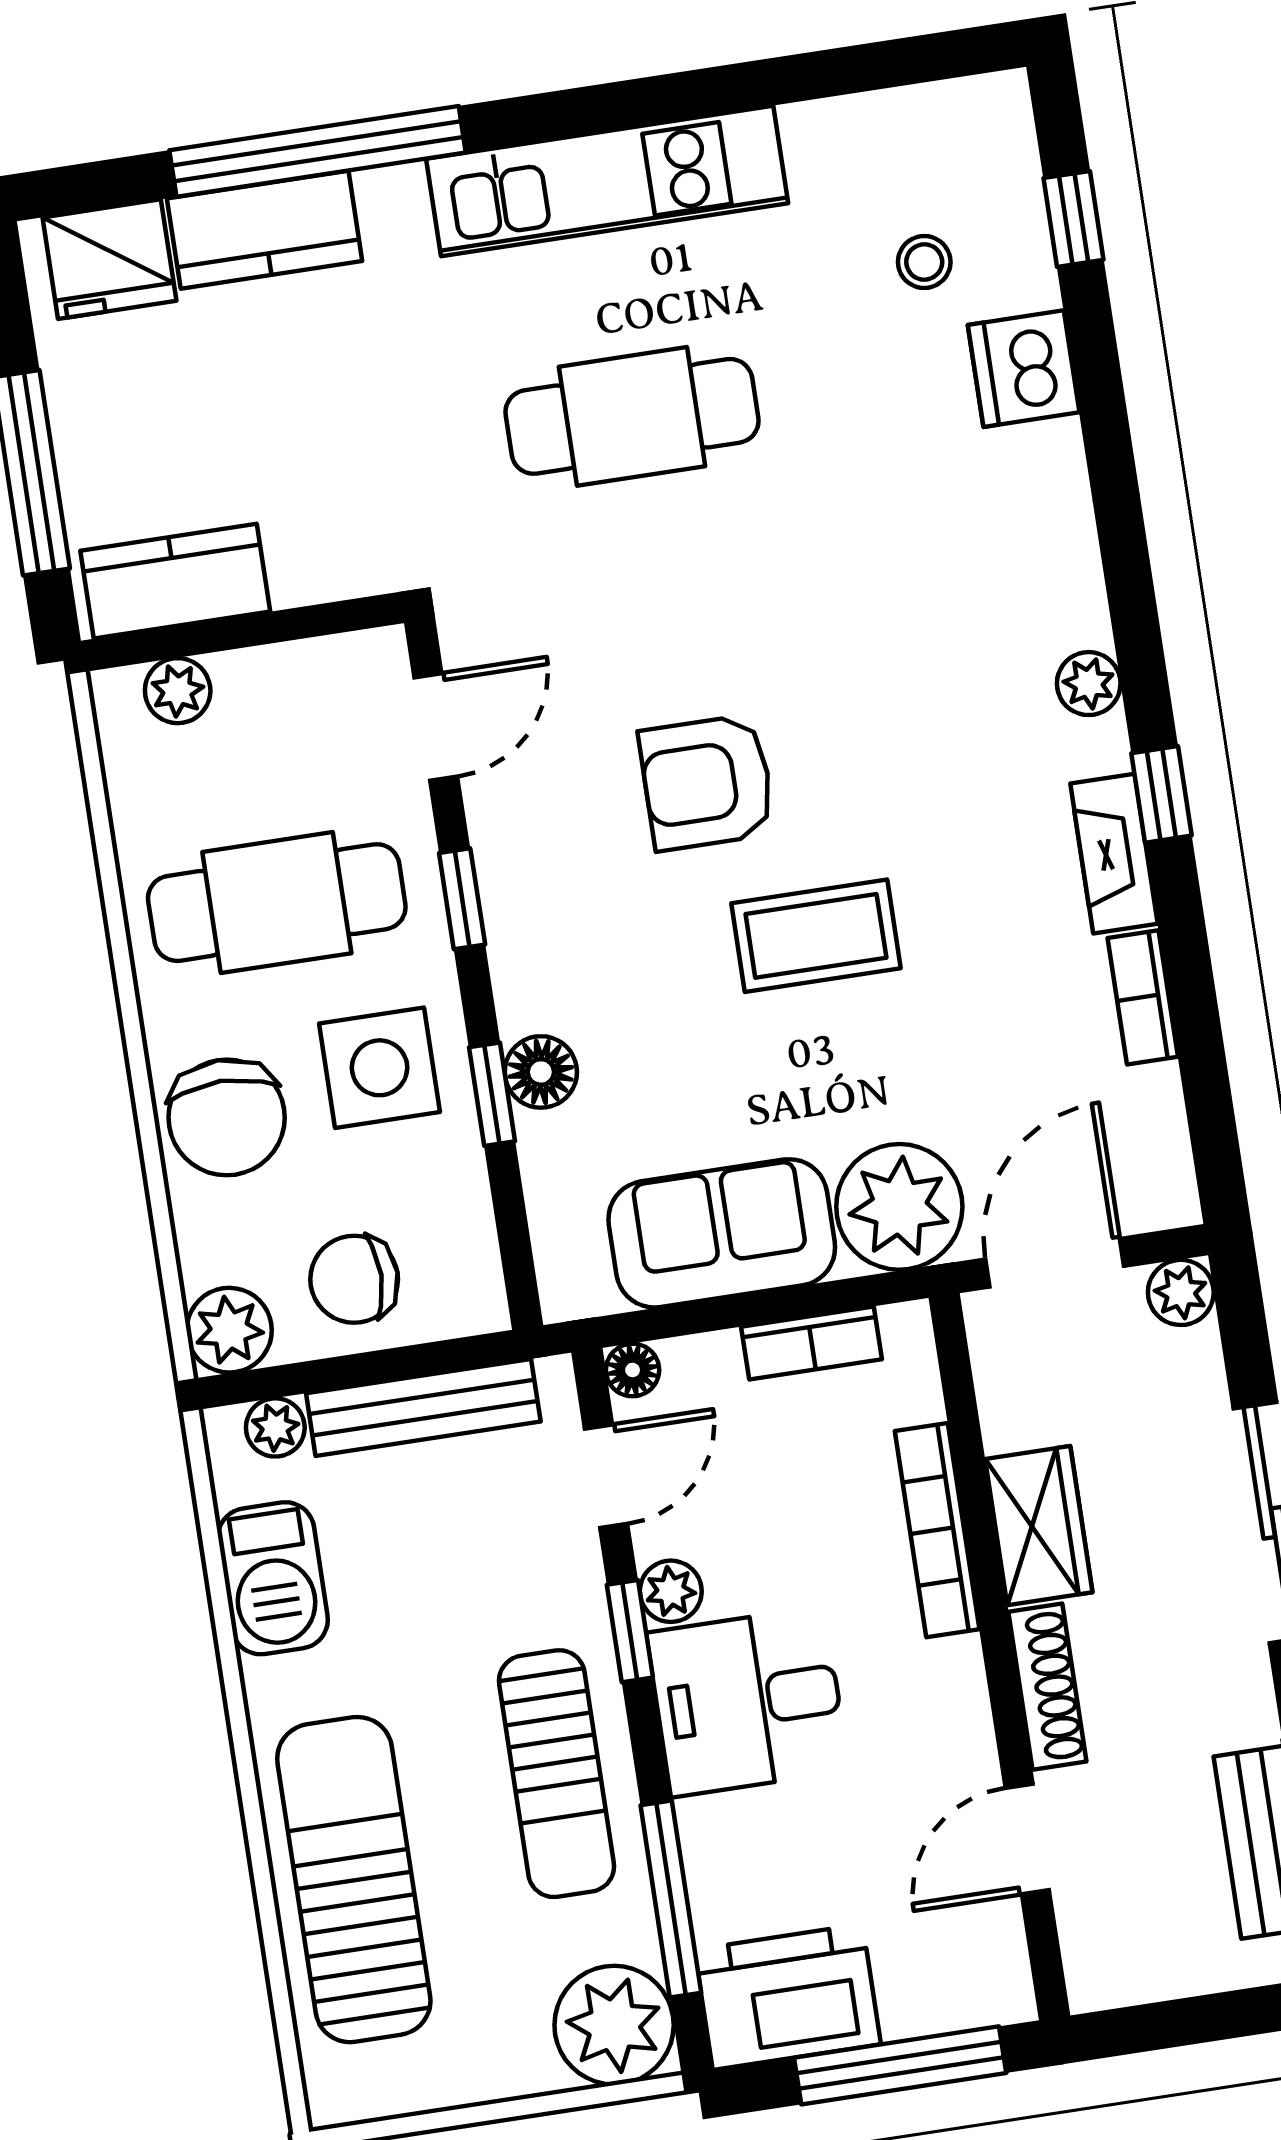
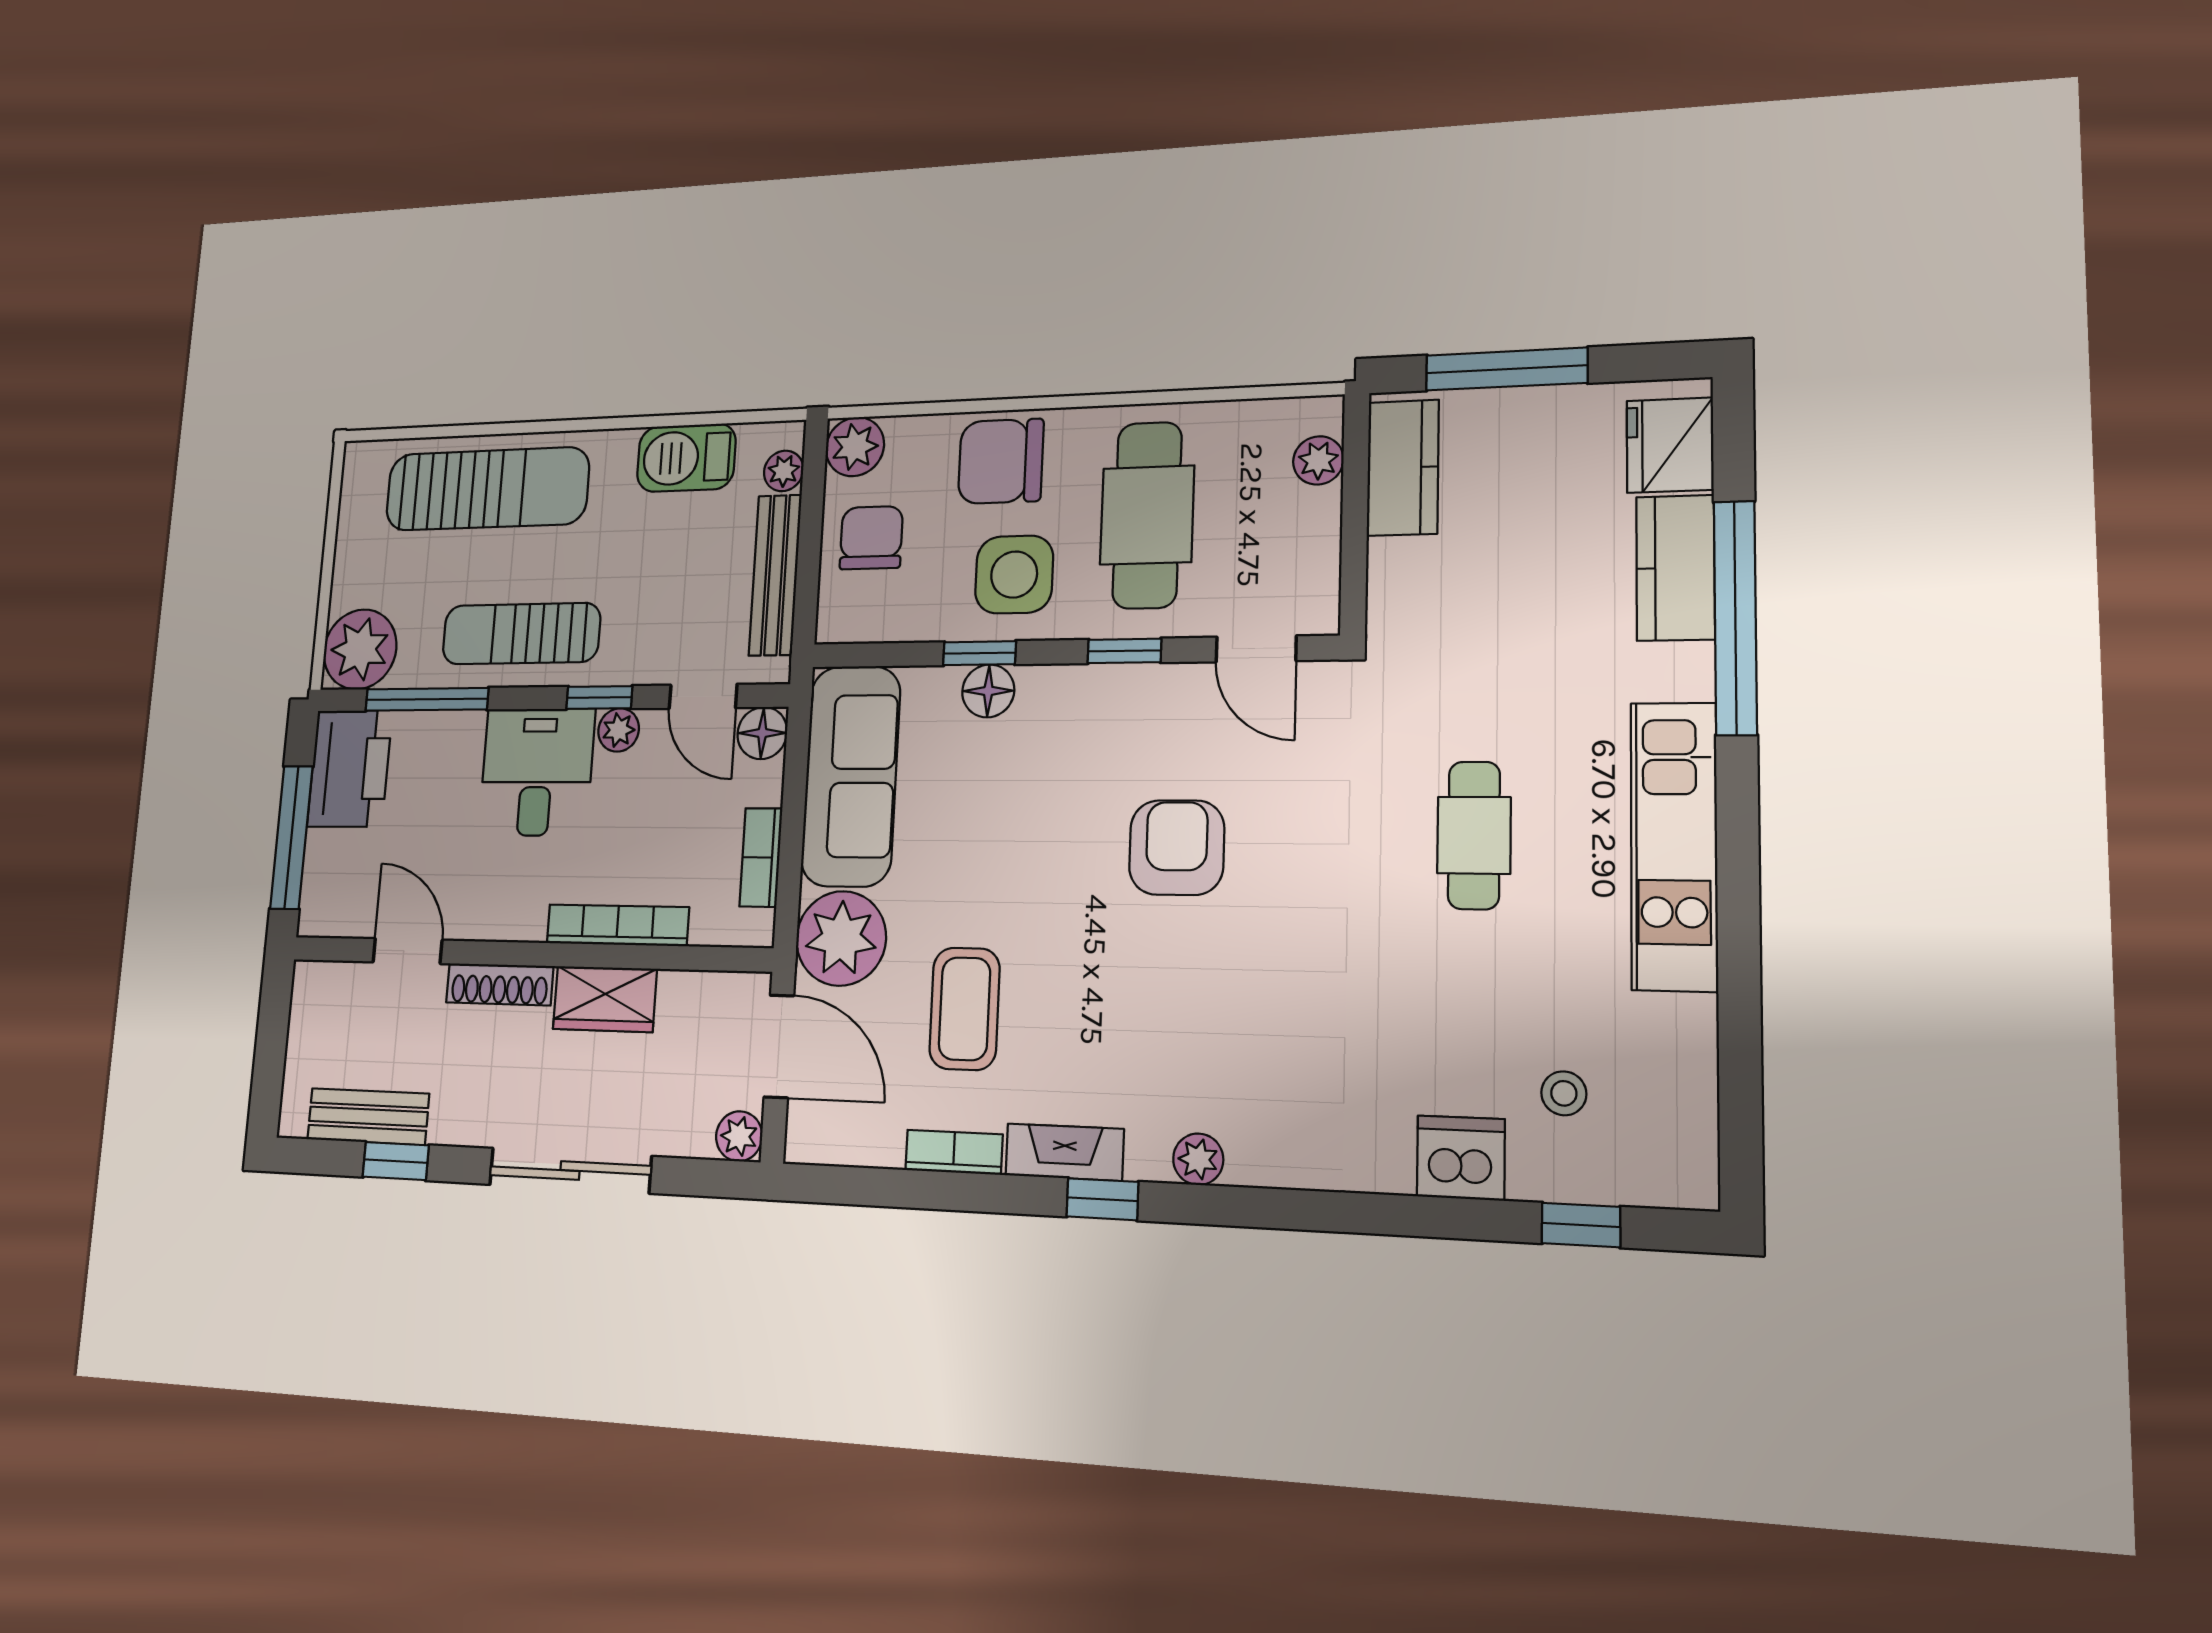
cafe table: (632, 416) -> (1474, 835), width x0.73, depth x0.74
coffee table: (816, 936) -> (965, 1009), moved
sofa: (722, 1233) -> (851, 776), width x1.36
floor lamp: (633, 1370) -> (762, 733), width x1.37, depth x1.37

